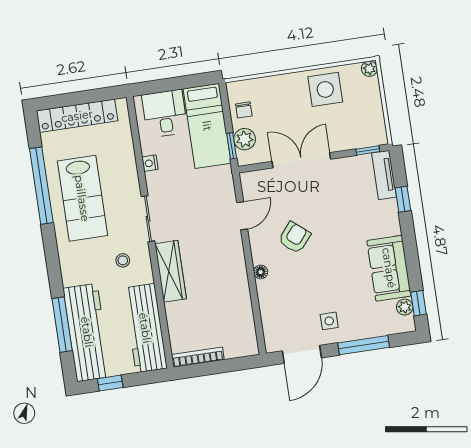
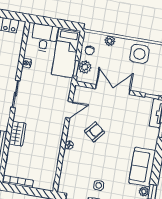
plant: (271, 84) -> (110, 41), added
wardrobe: (171, 271) -> (17, 134), width x0.67

